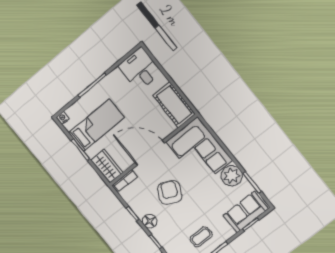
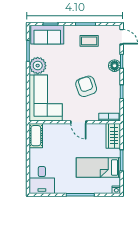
cot: (174, 105) -> (36, 136), width x0.73, depth x0.75
door: (150, 153) -> (78, 122), width x0.53
armchair: (170, 193) -> (86, 86), turned 135
floor lamp: (150, 221) -> (115, 66), moved

